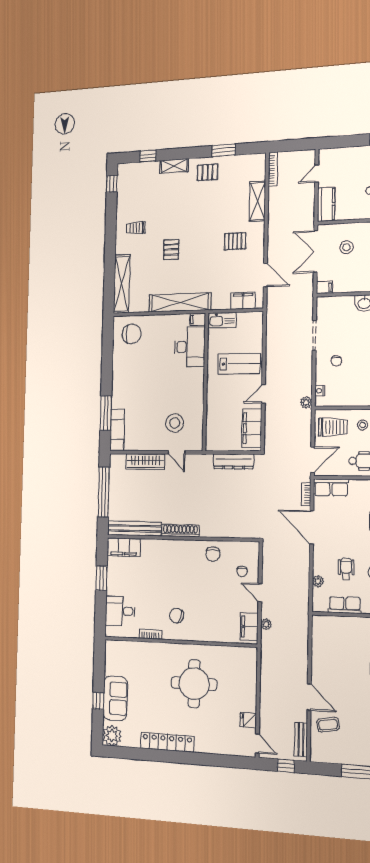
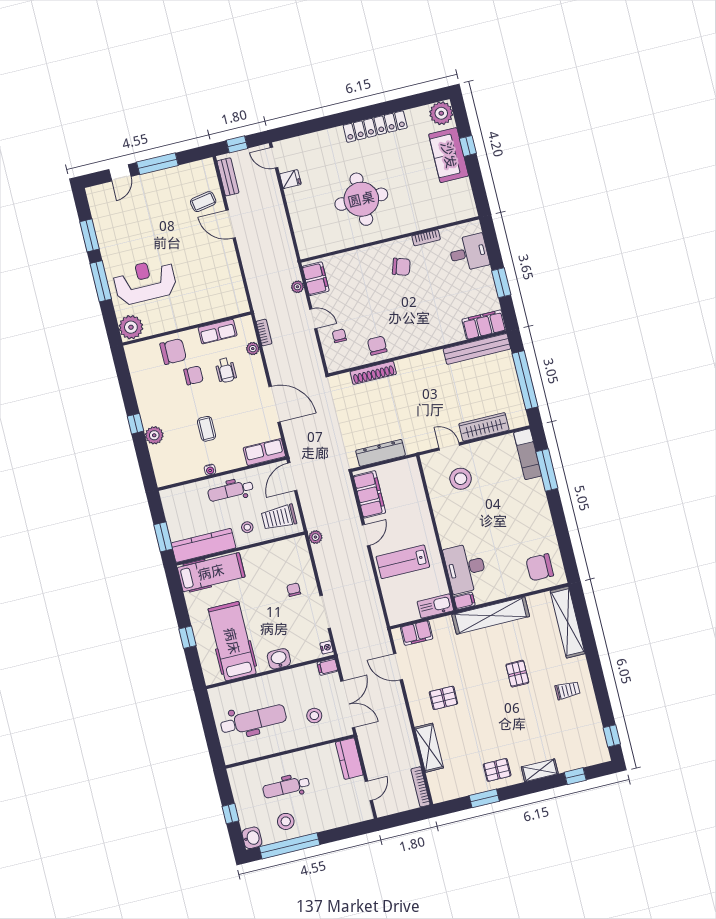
nightstand: (320, 391) -> (327, 647), moved
bookcase: (306, 494) -> (264, 332), moved
shoe rack: (180, 531) -> (373, 373), moved

